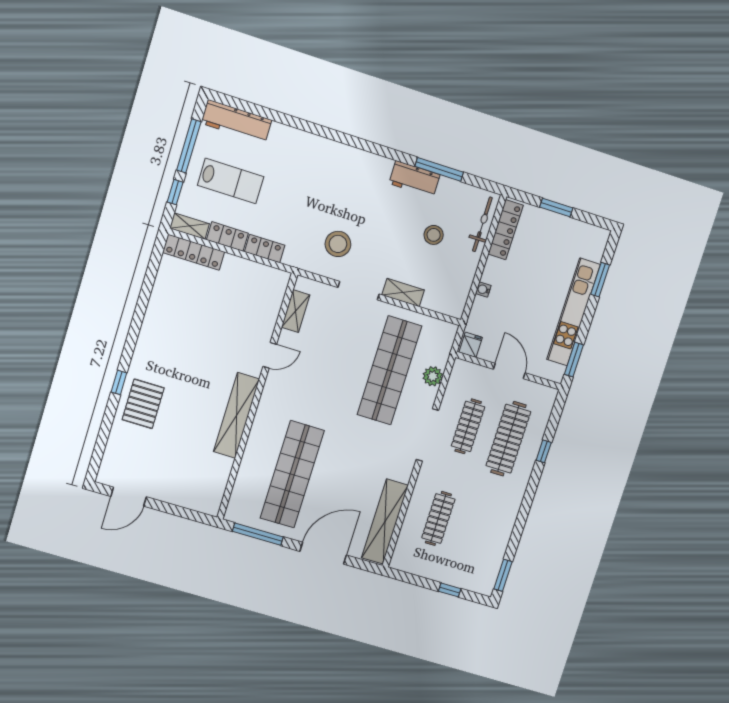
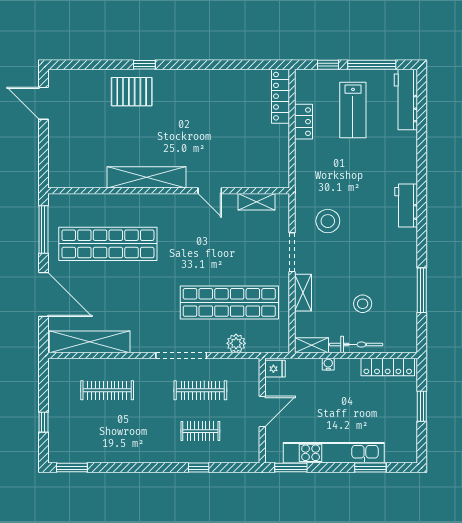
workbench: (414, 179) -> (406, 205), moved
bicycle: (482, 224) -> (356, 344), moved
shelving: (190, 226) -> (312, 345), moved, turned 90
locker: (265, 249) -> (303, 158), removed
clothes rail: (508, 439) -> (200, 431), width x0.54, depth x0.76

